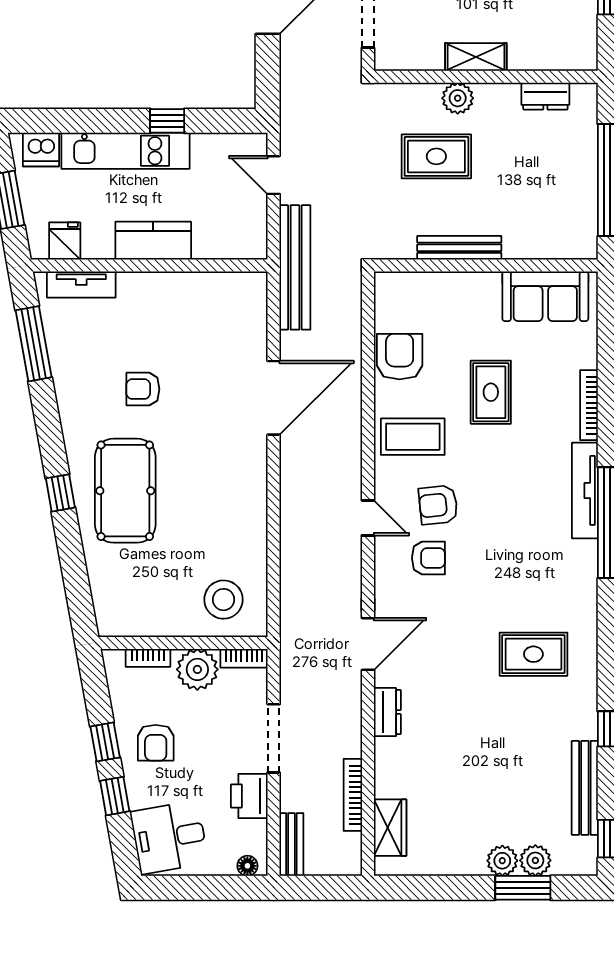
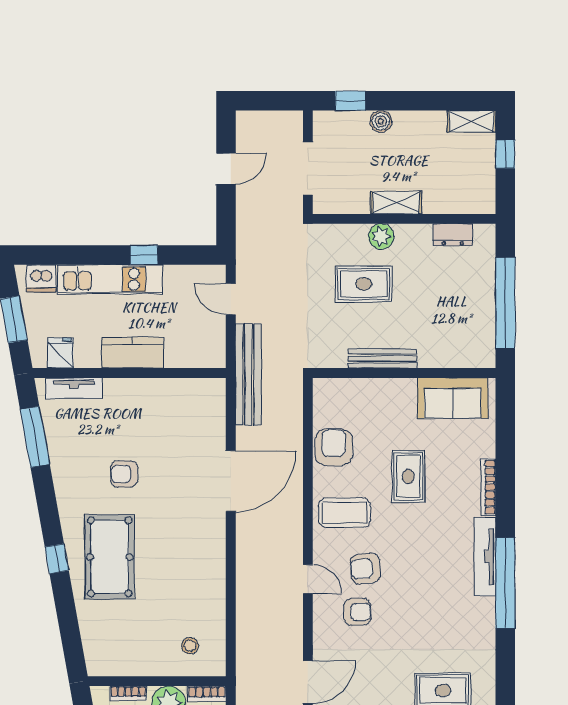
stool: (224, 600) -> (190, 646), width x0.53, depth x0.53

